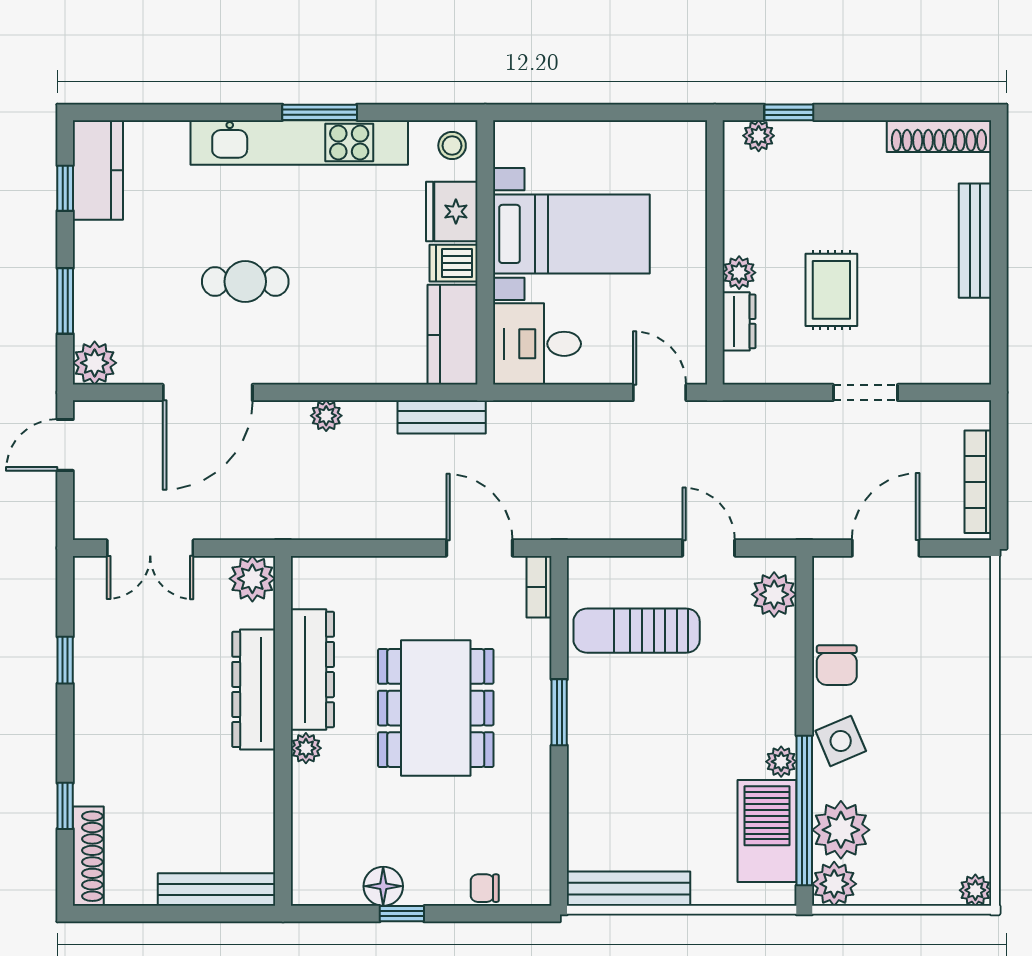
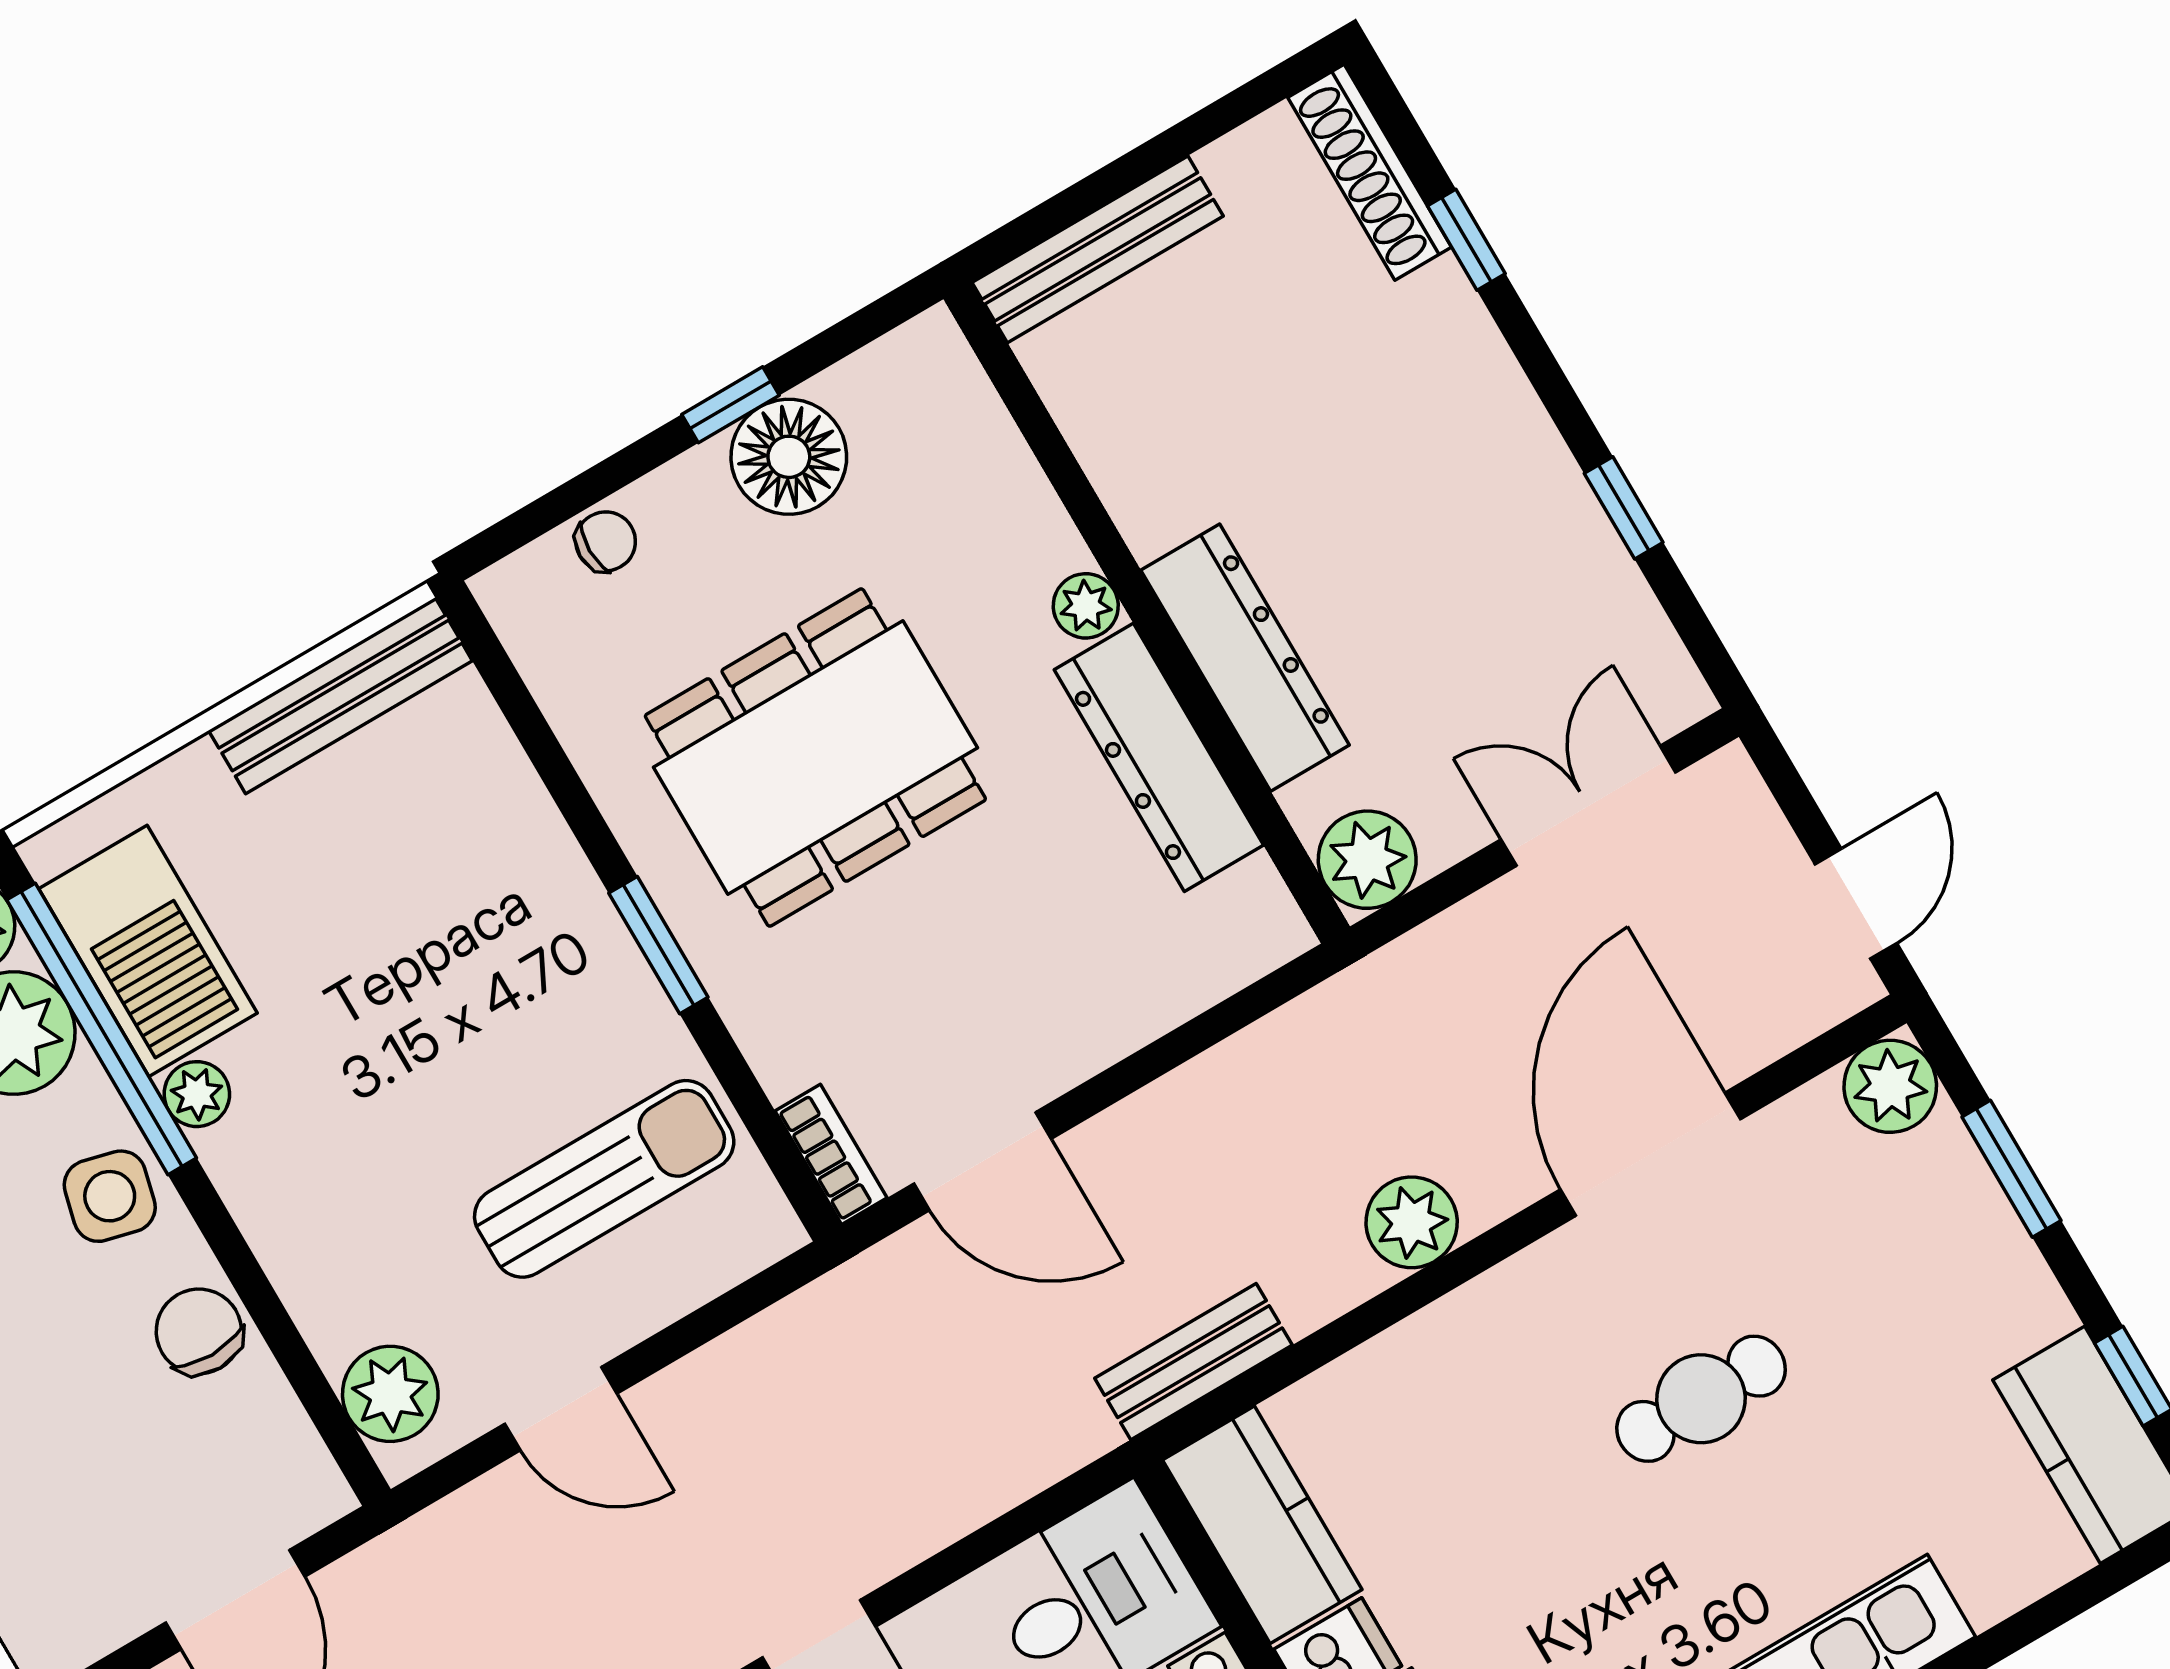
plant: (326, 416) -> (1412, 1222), width x1.38, depth x1.38
dining table: (436, 708) -> (815, 758), moved, turned 90
side table: (841, 741) -> (110, 1196), turned 37
floor lamp: (383, 886) -> (789, 457), width x1.38, depth x1.38

